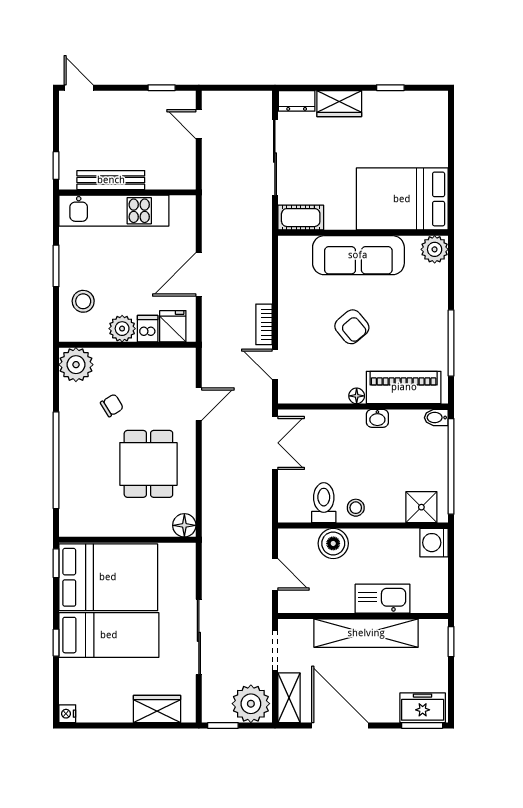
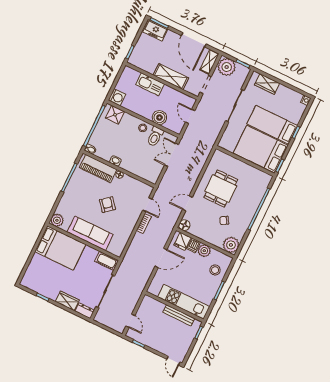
double door: (275, 443) -> (172, 155), moved
floor lamp: (184, 525) -> (184, 225), moved
shelving: (366, 633) -> (171, 77), width x0.68

